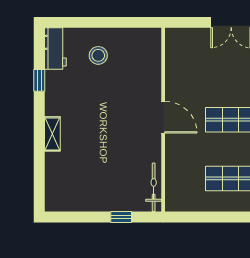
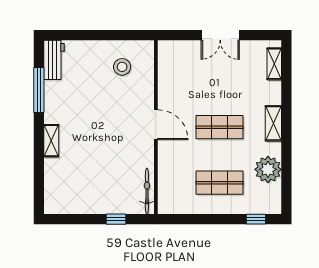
stool: (98, 55) -> (122, 67), moved
window: (39, 80) -> (39, 90), width x2.17

